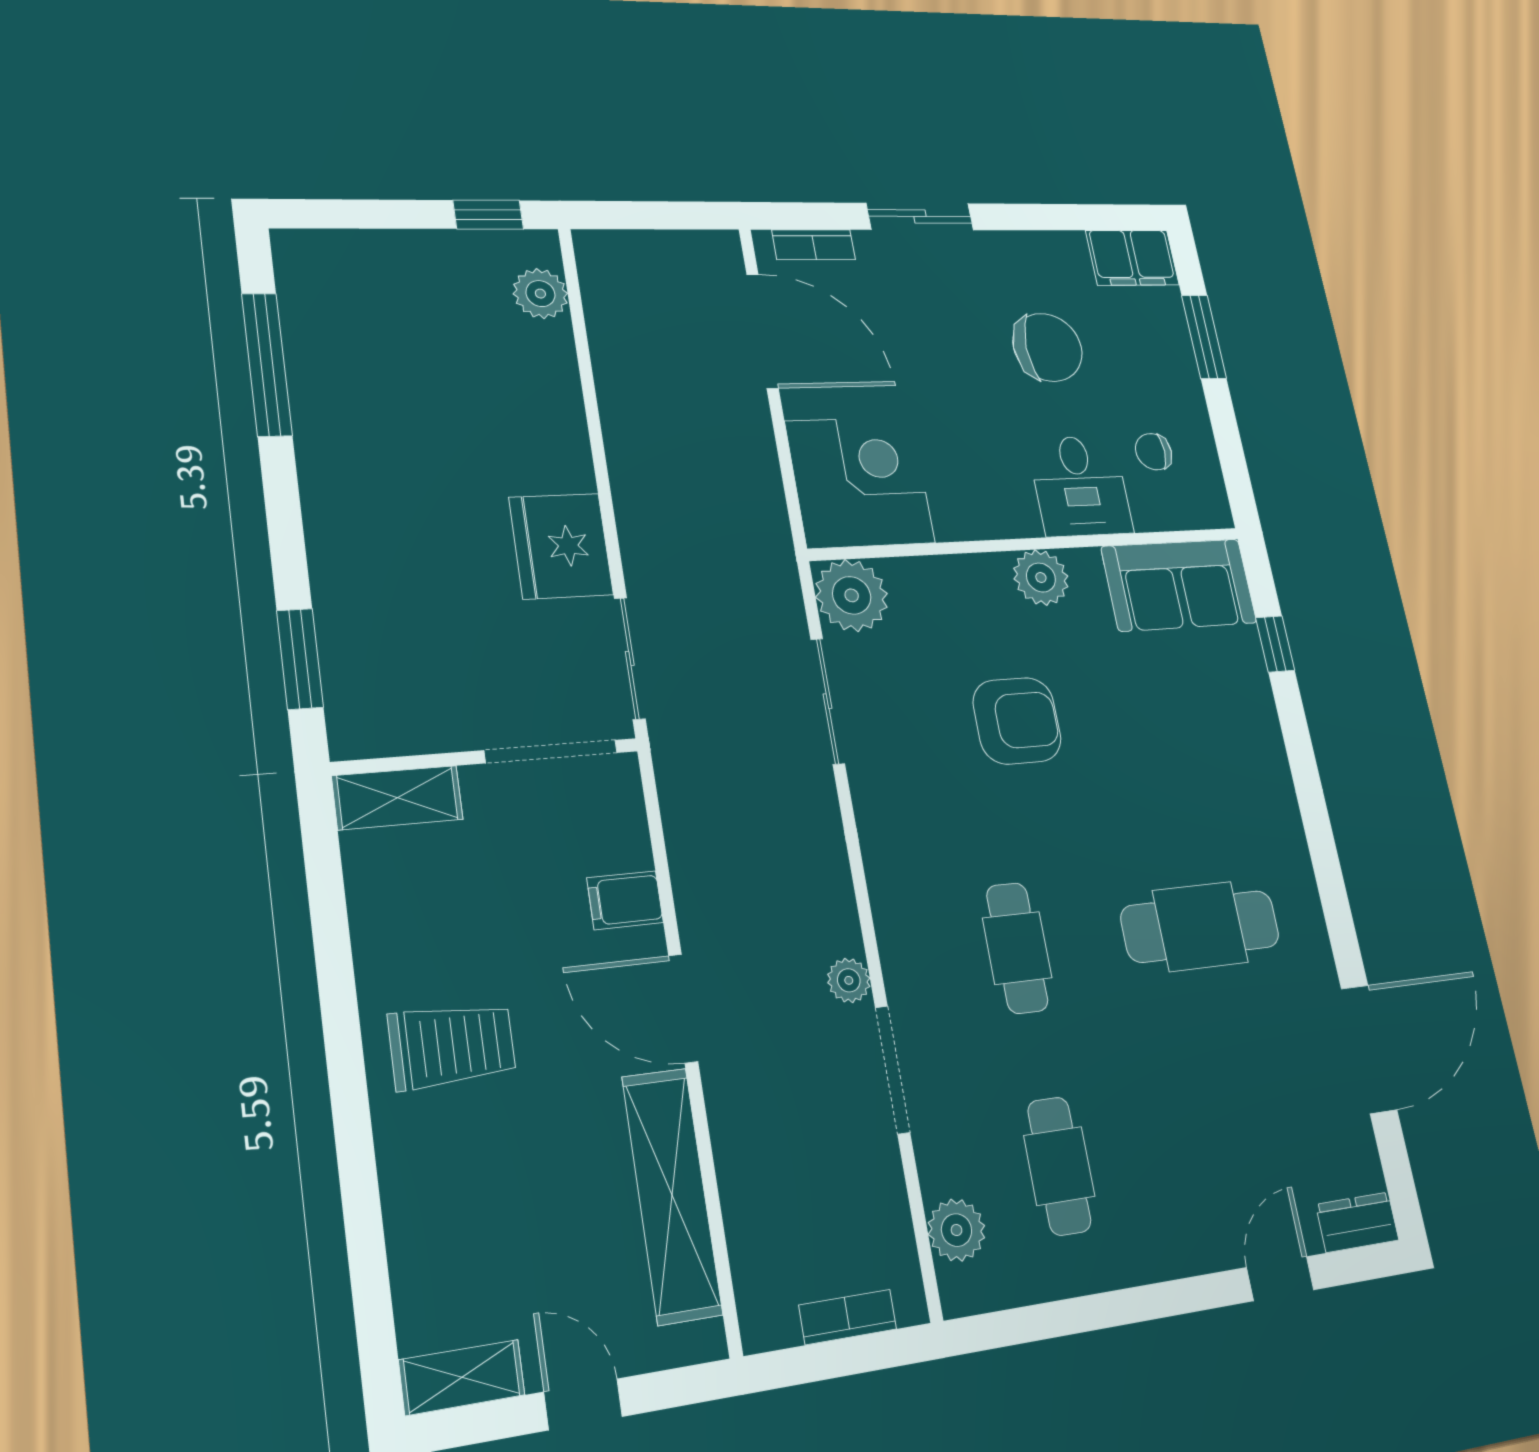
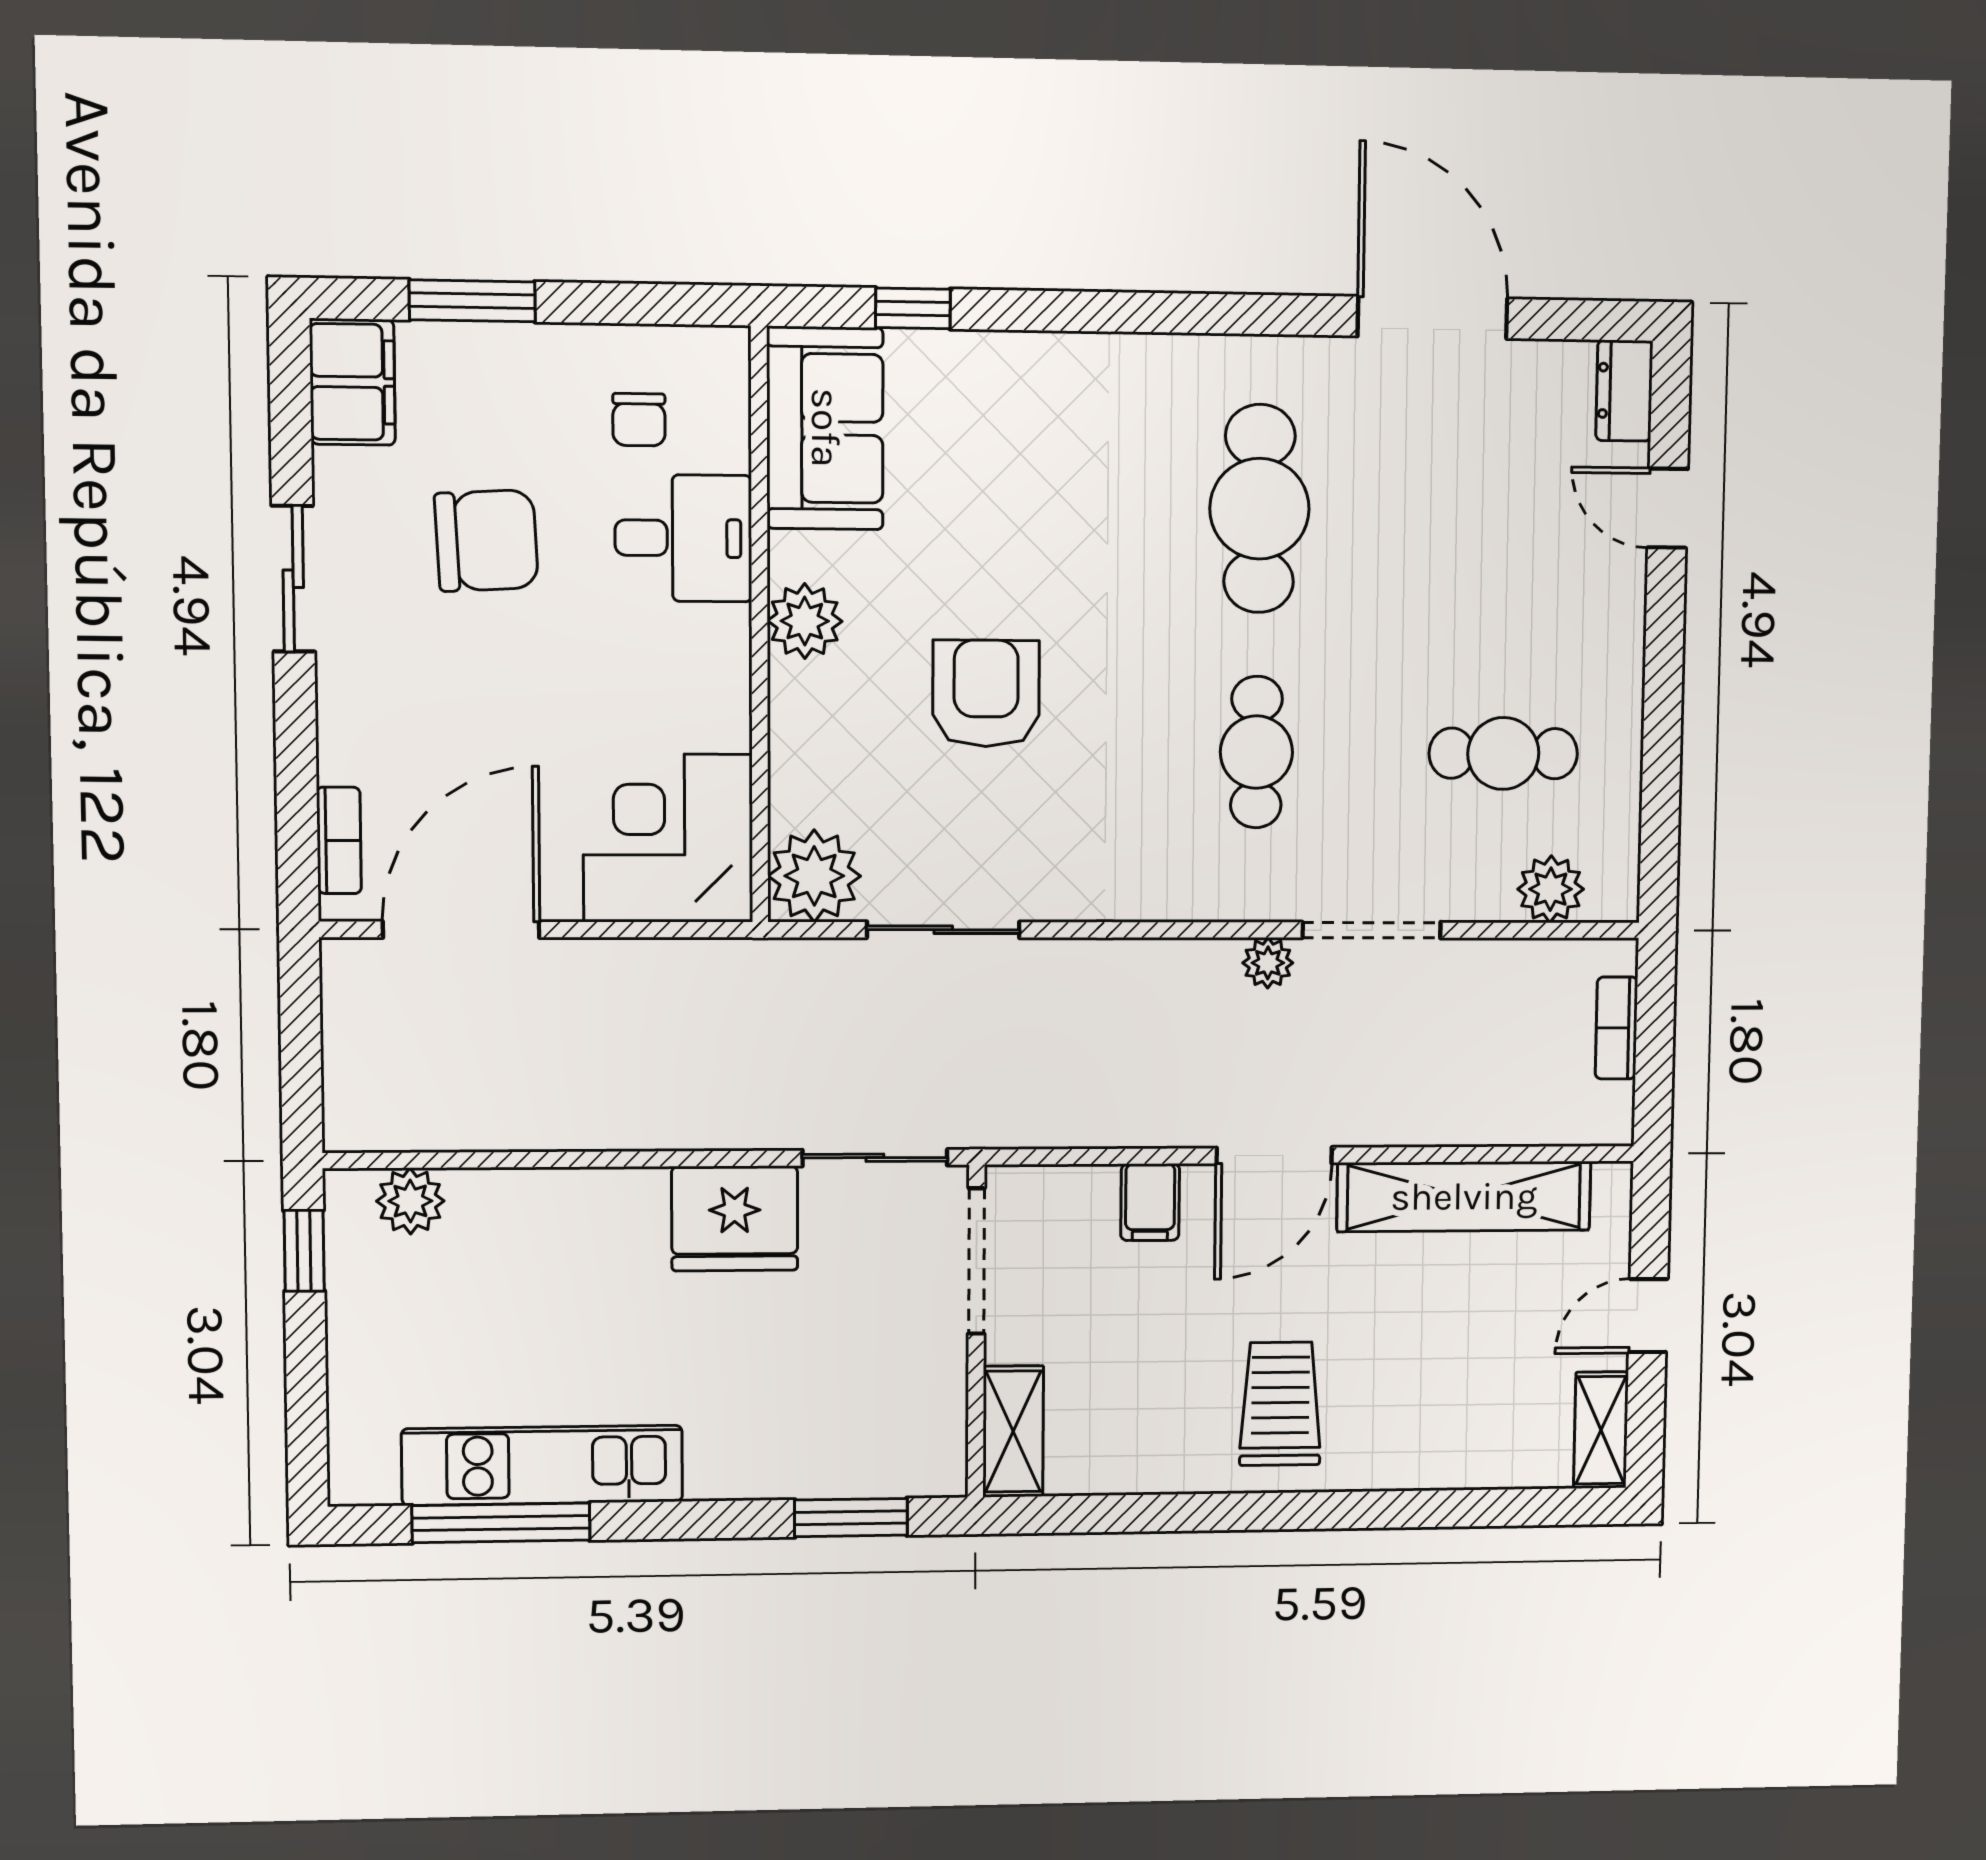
sliding door: (920, 216) -> (293, 579), moved
chair: (1048, 347) -> (486, 541), turned 87
kitchen unit: (323, 397) -> (542, 1465), added
cafe table: (1017, 948) -> (1256, 752), turned 90

